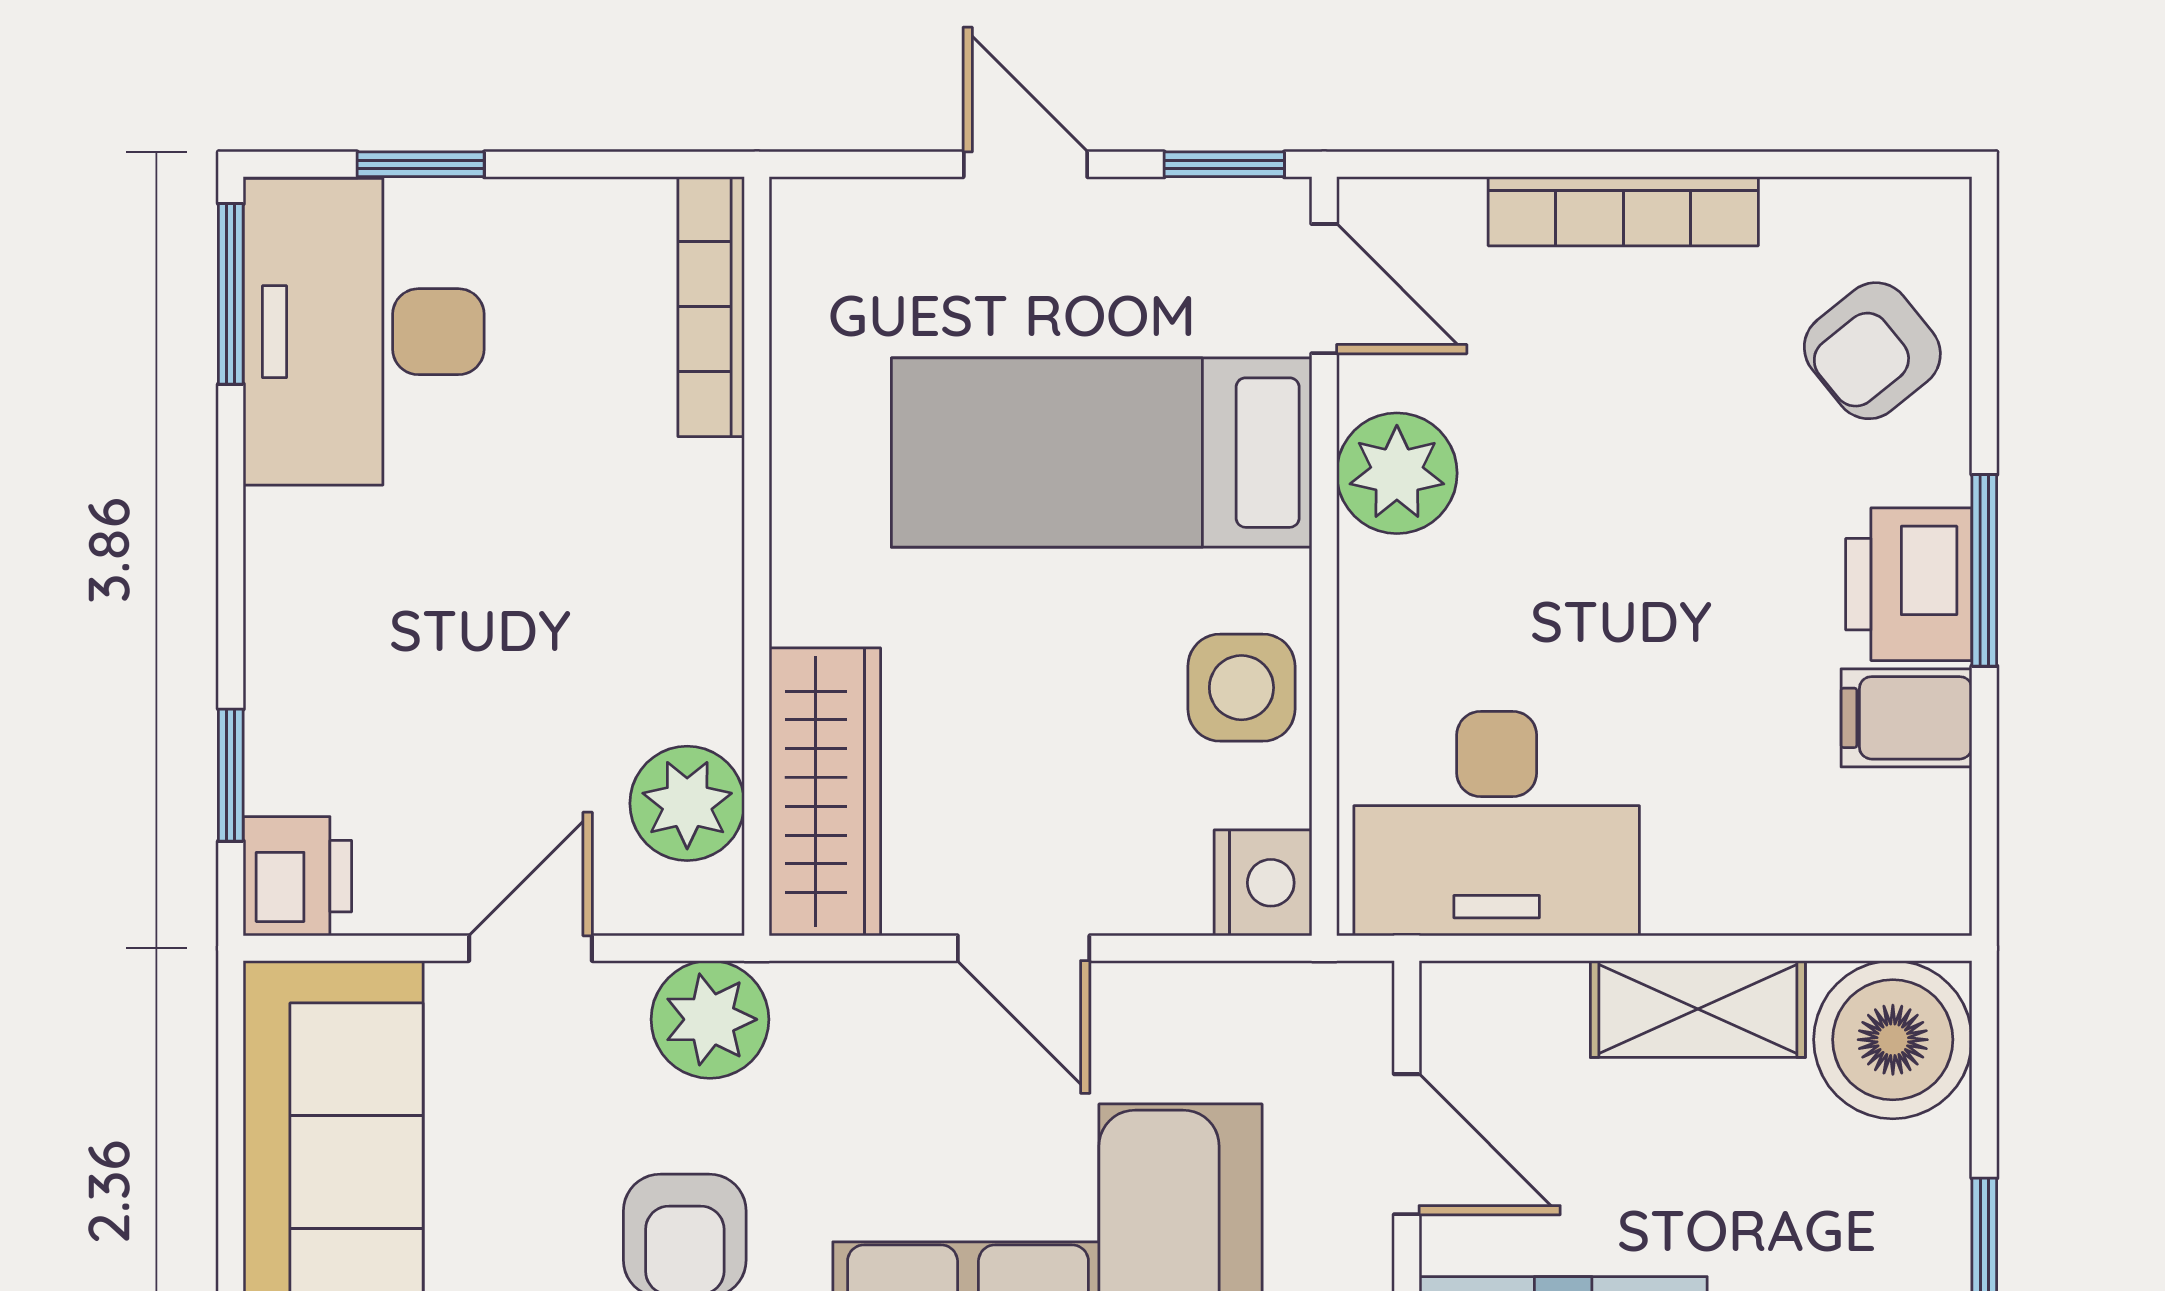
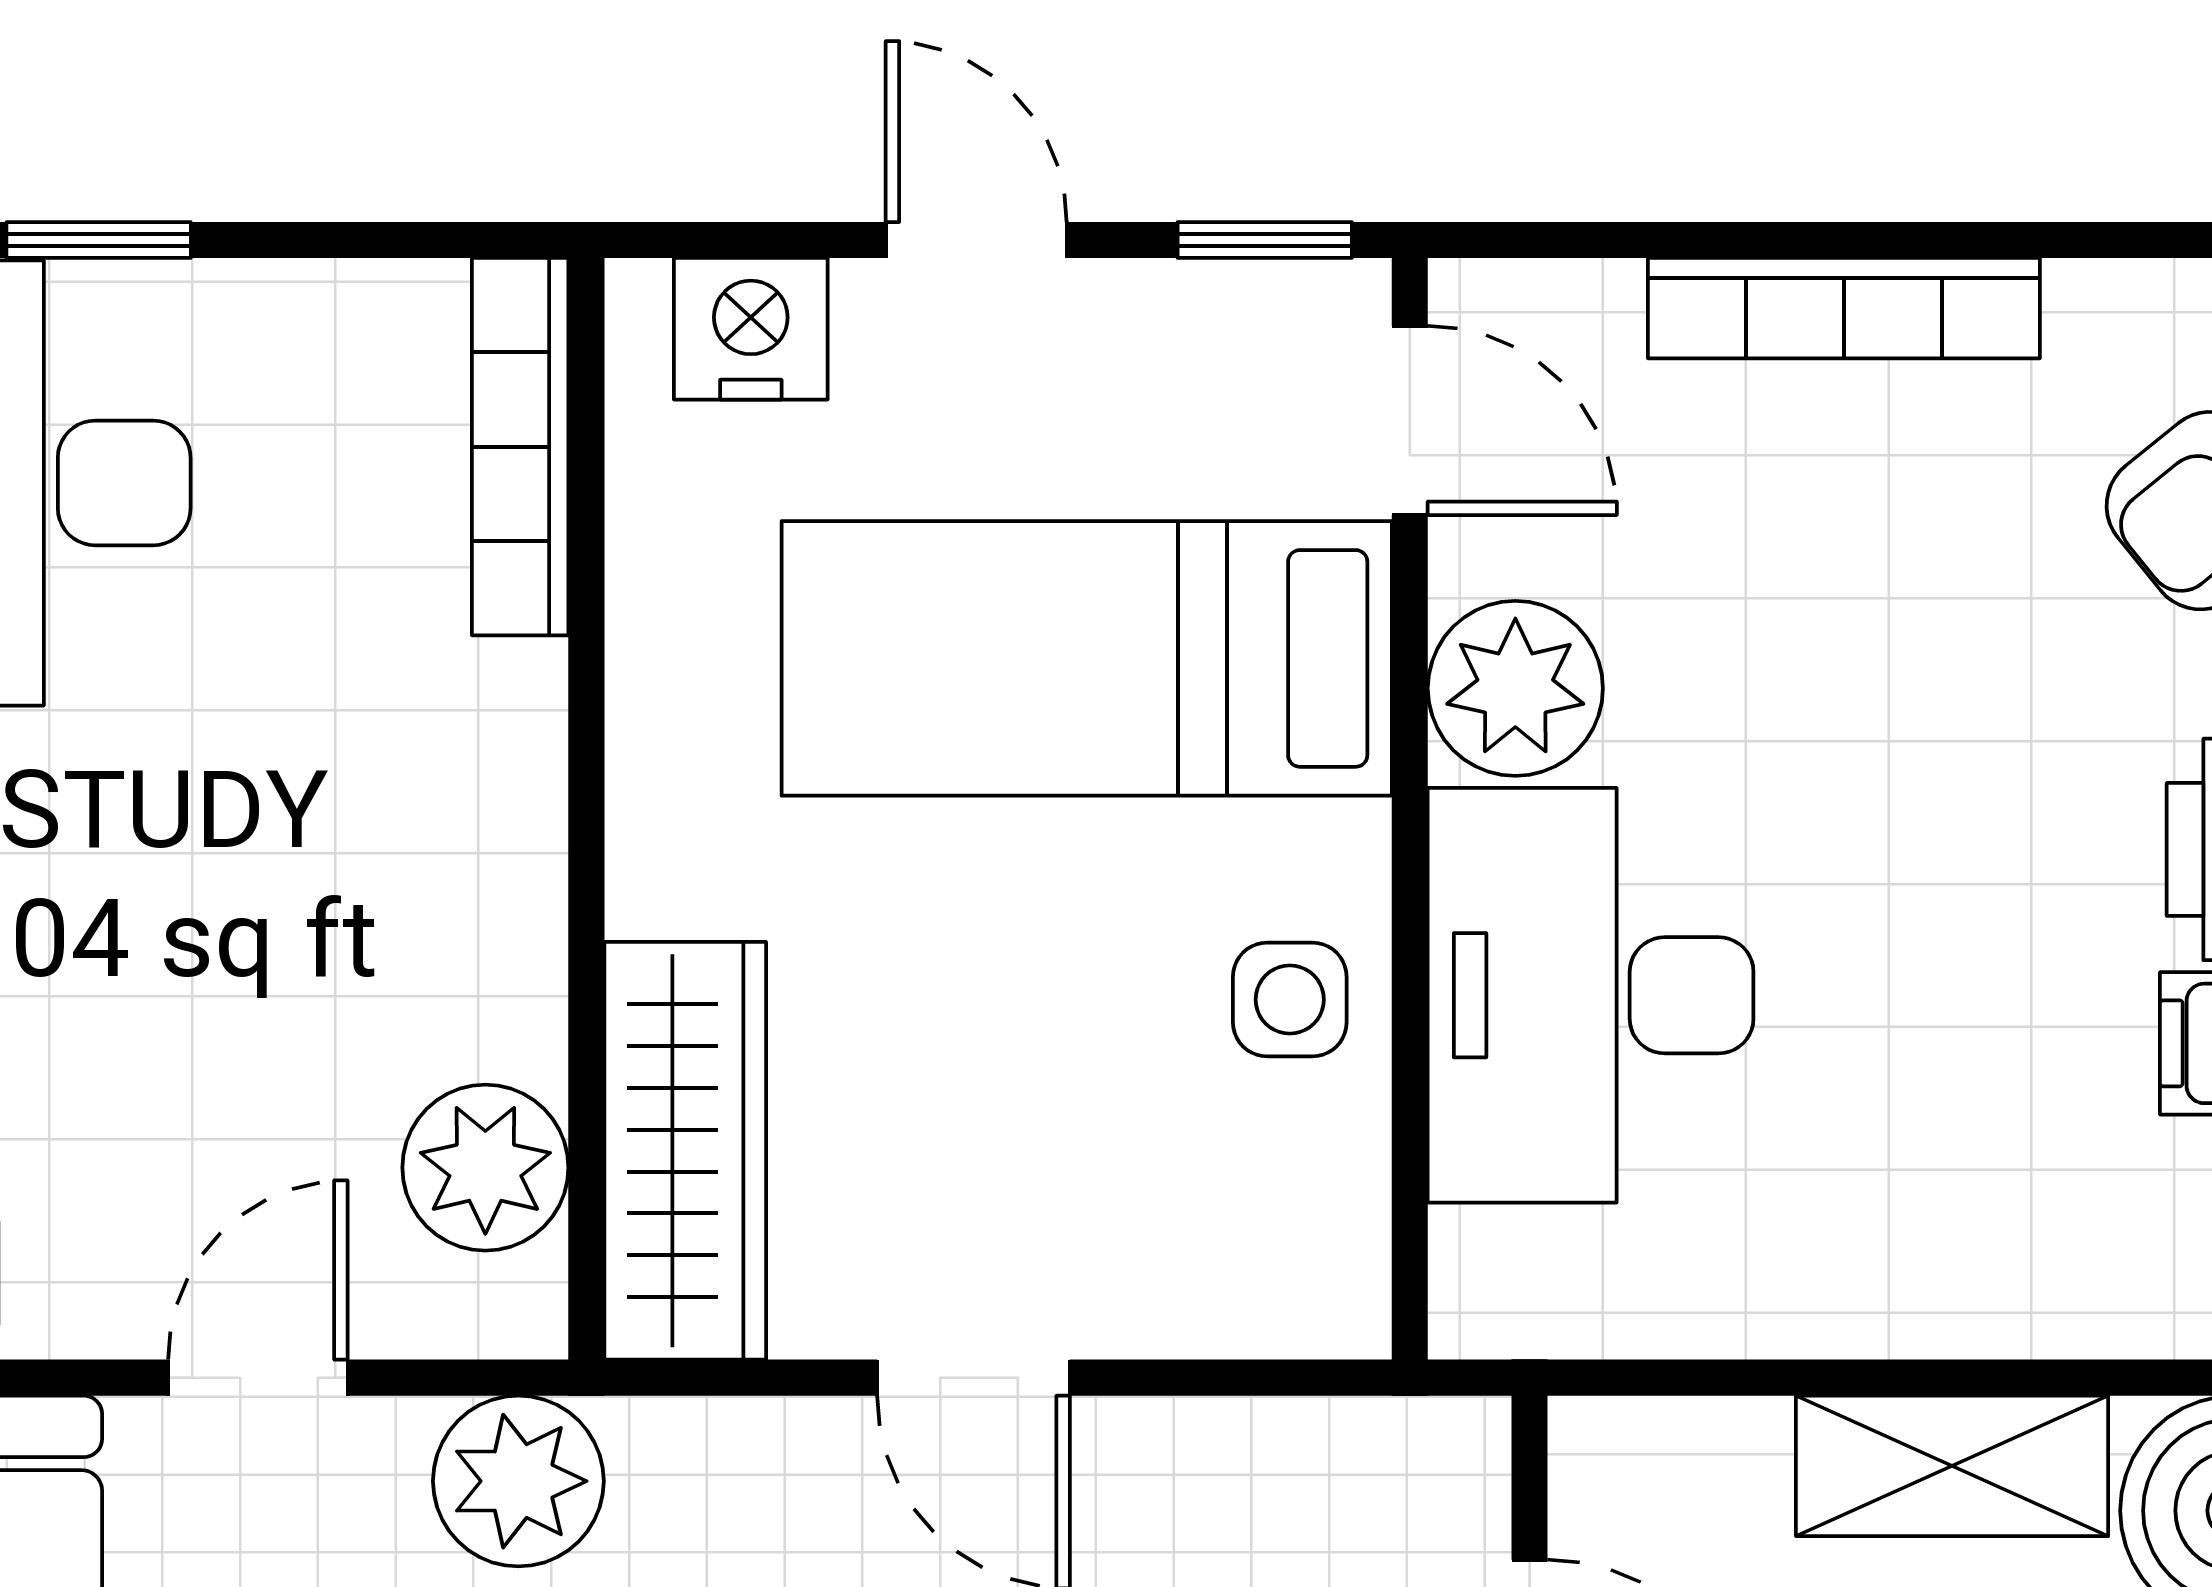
side table: (1241, 688) -> (1290, 1000), width x0.73, depth x0.73
desk: (1497, 824) -> (1591, 995), moved, turned 90
nightstand: (1263, 883) -> (751, 329), moved, turned -90

